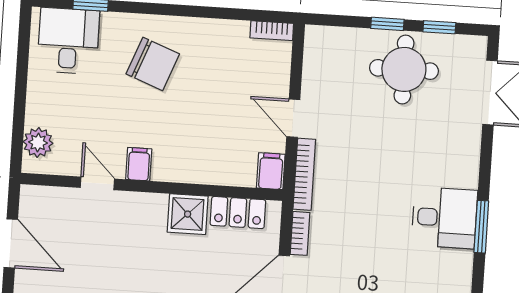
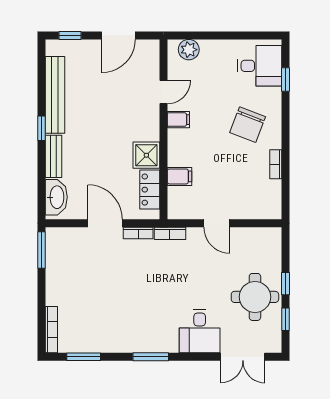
bookcase: (272, 31) -> (276, 164), moved
door: (293, 118) -> (217, 223), swing flipped
filing cabinet: (271, 171) -> (179, 176), moved
bookcase: (304, 174) -> (170, 233), width x0.64
desk: (444, 218) -> (200, 331), moved

